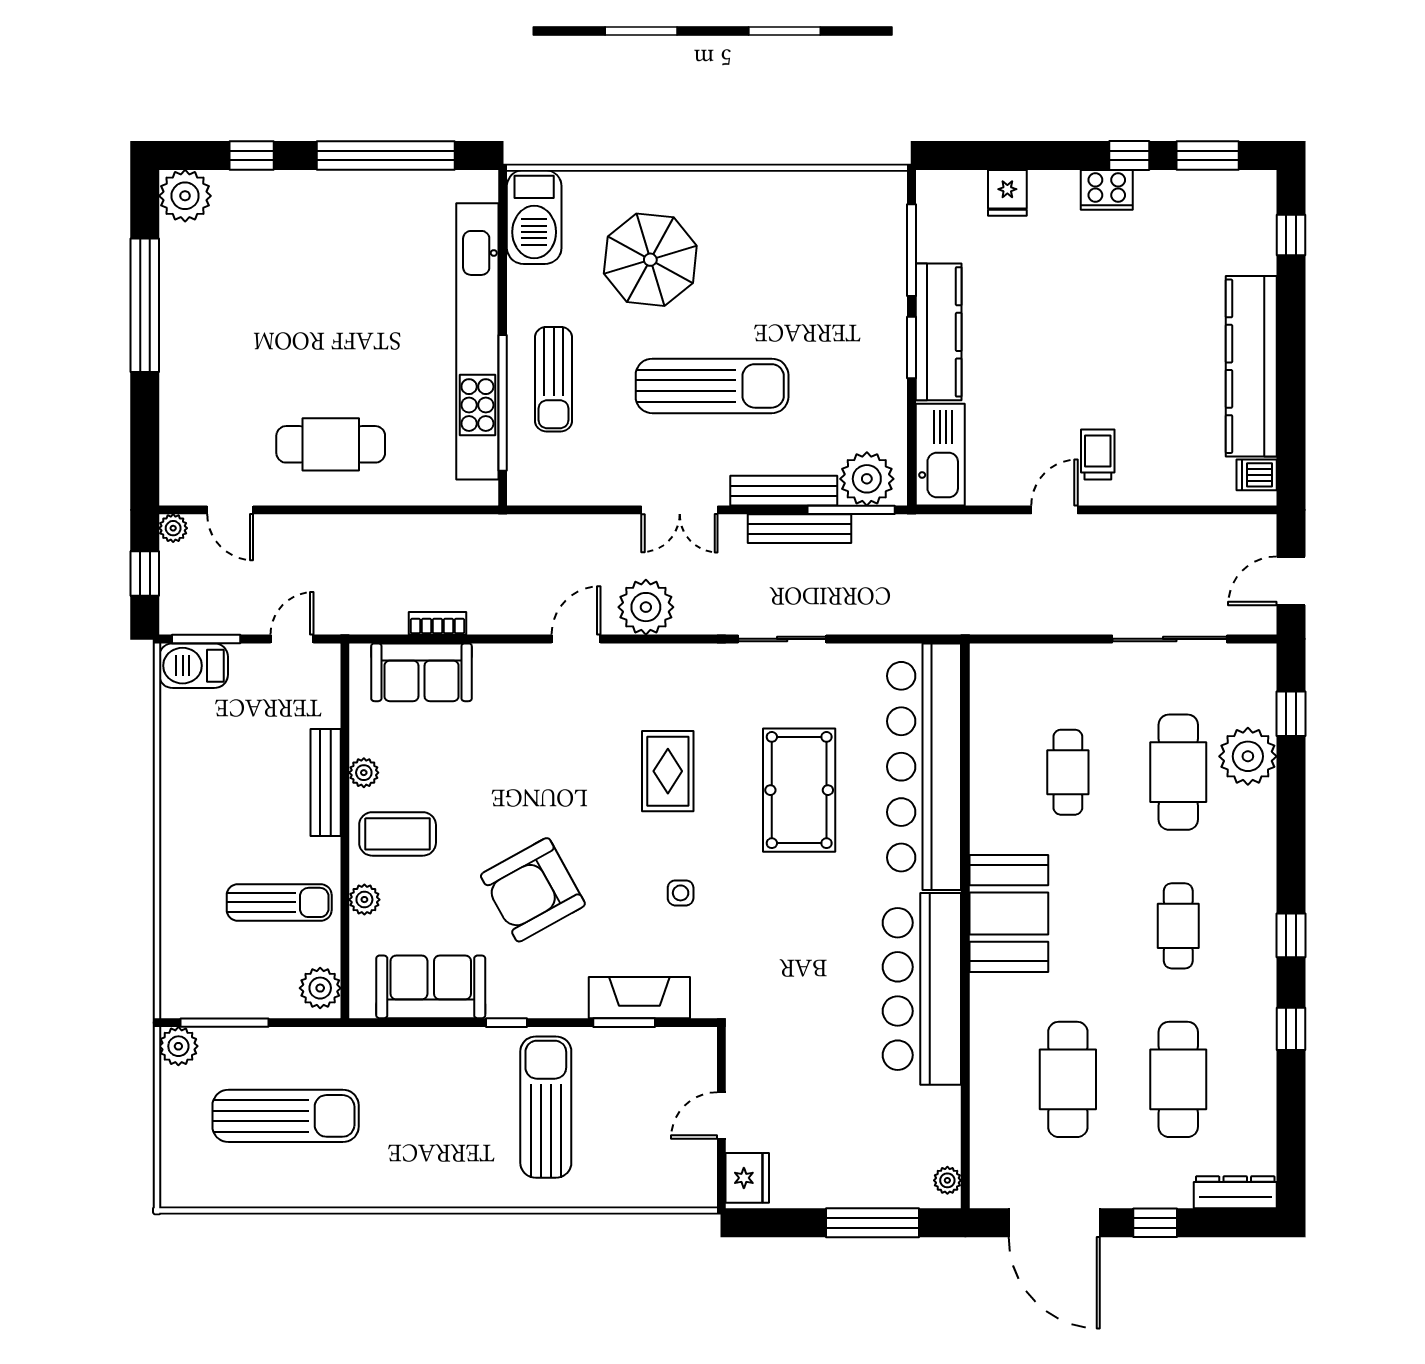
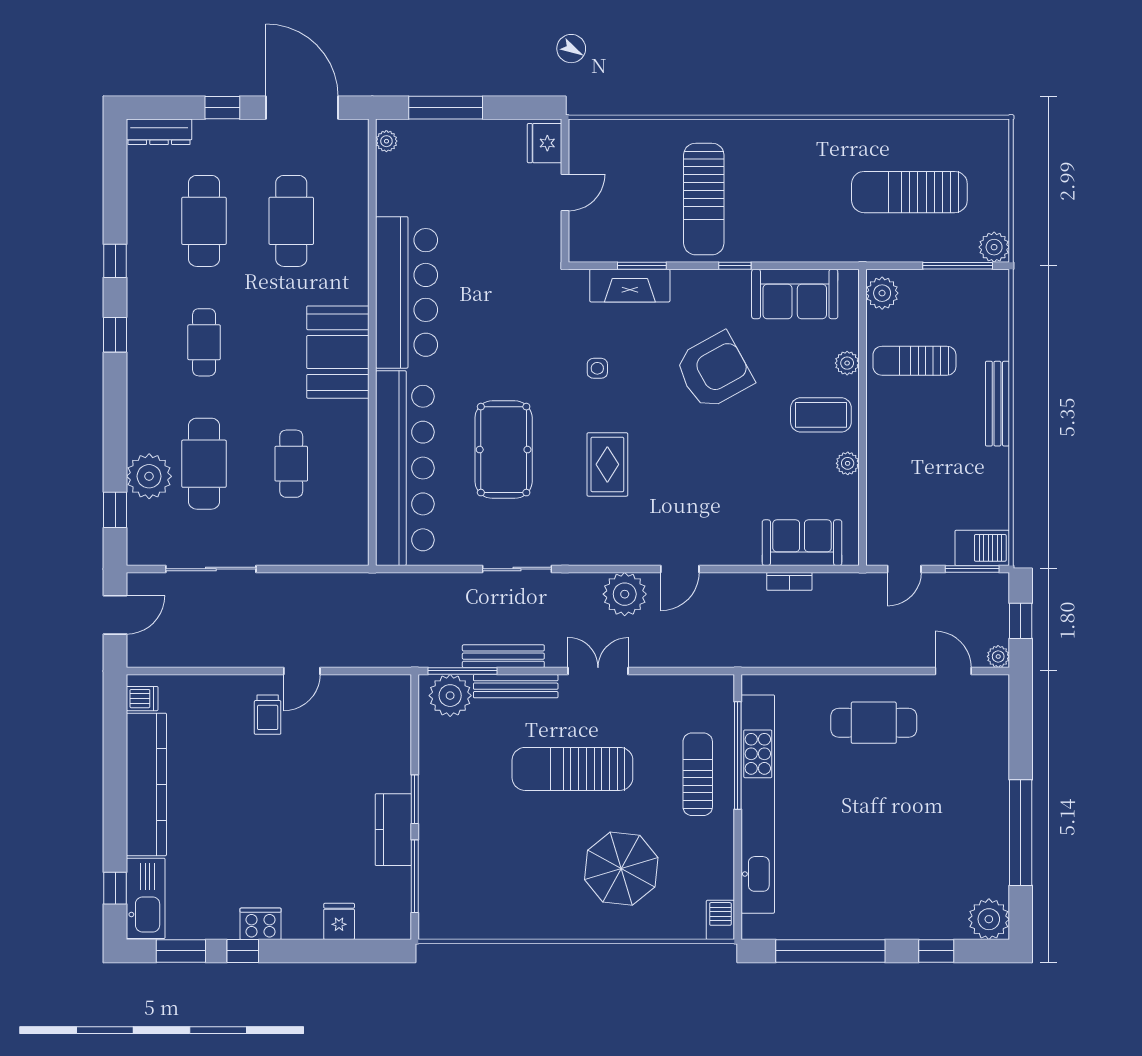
barbecue: (534, 217) -> (720, 920), width x0.53, depth x0.65
kitchen counter: (939, 332) -> (393, 830), width x0.67
kitchen sink: (940, 455) -> (146, 898), moved, turned 180
bench: (326, 783) -> (997, 404), moved

